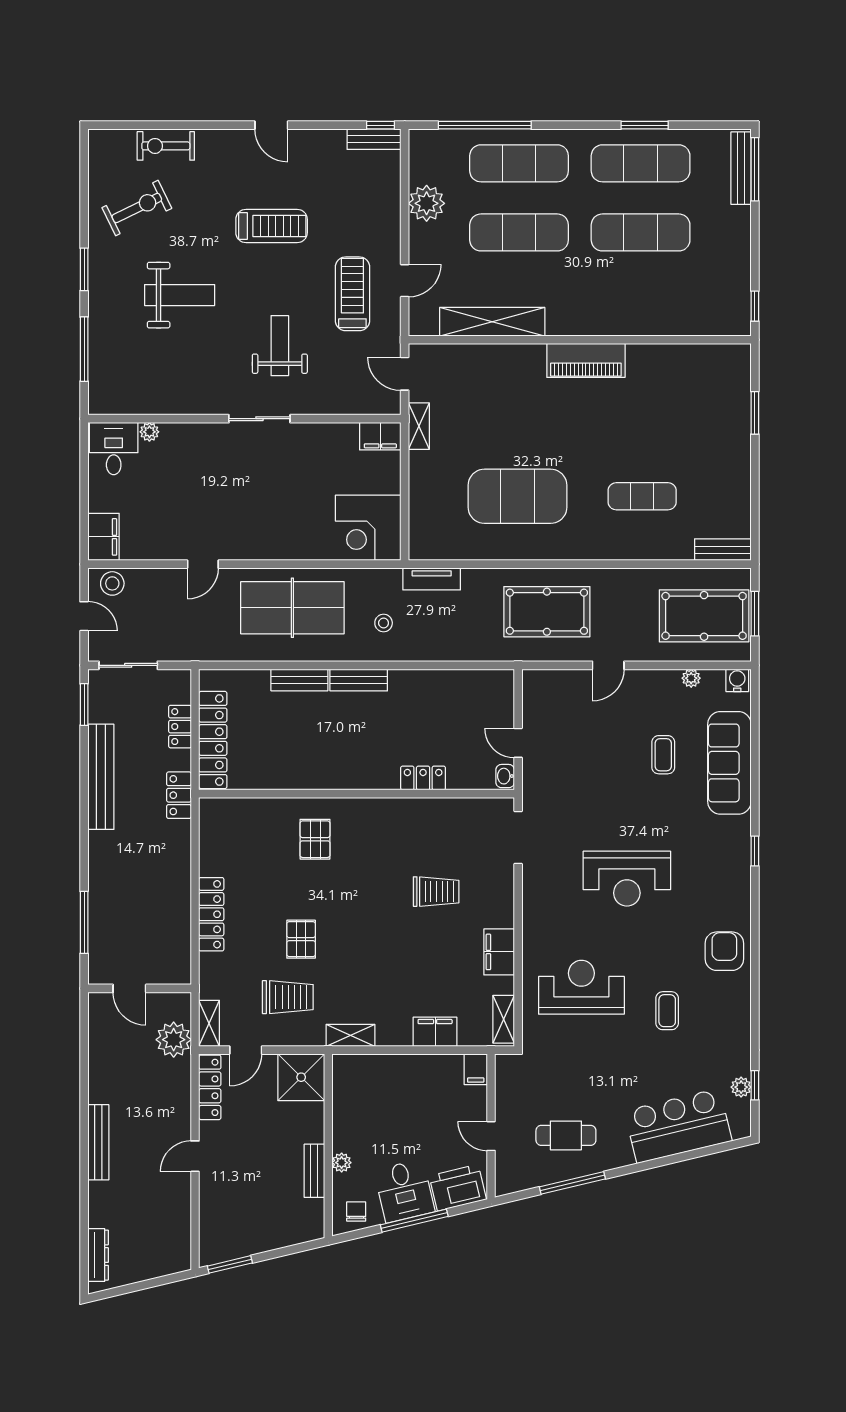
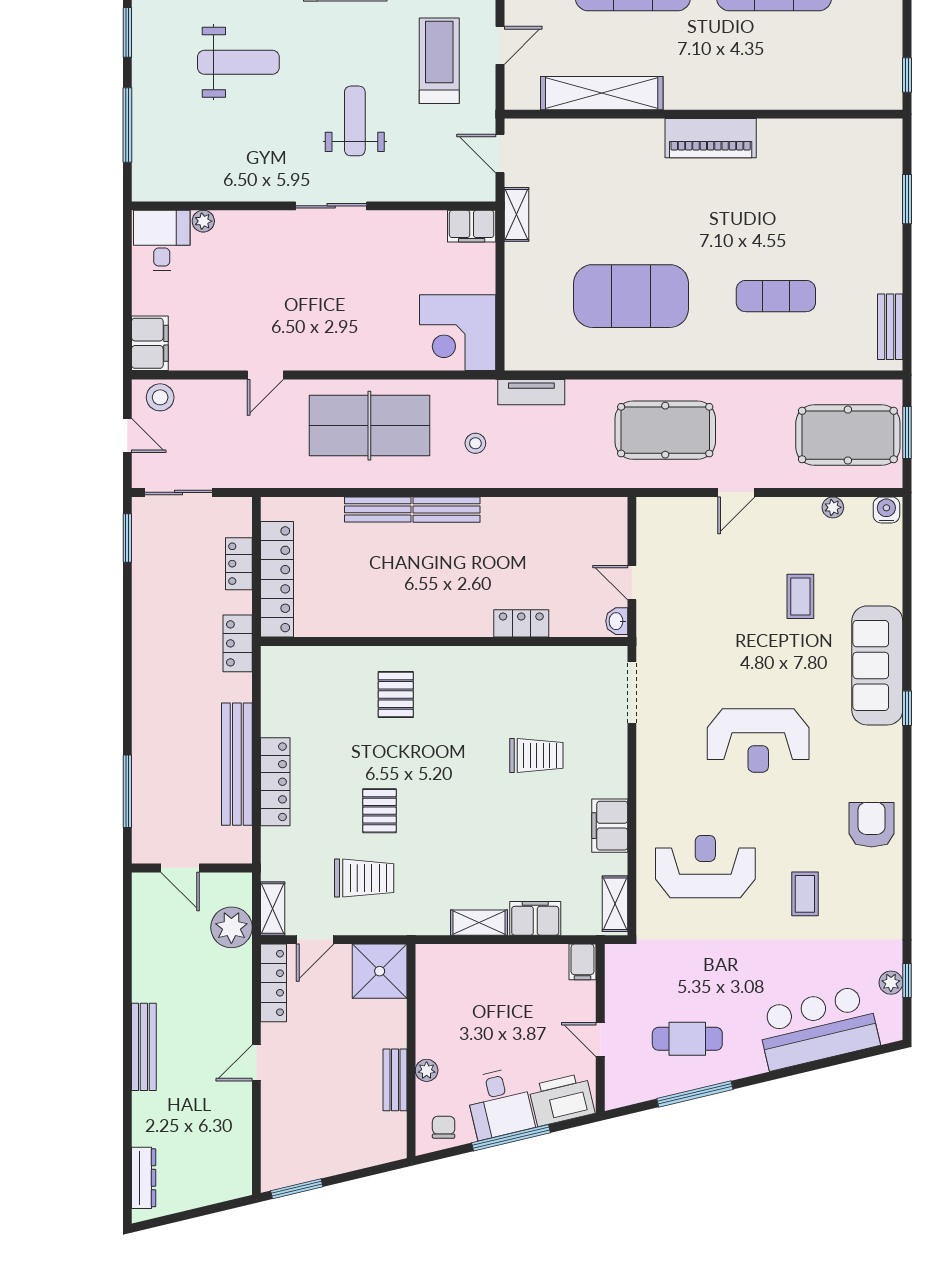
bench: (723, 550) -> (890, 327), moved, turned 90
sofa: (729, 763) -> (877, 665), moved
bench: (101, 777) -> (237, 764), moved
shelving: (350, 1035) -> (479, 923), moved

